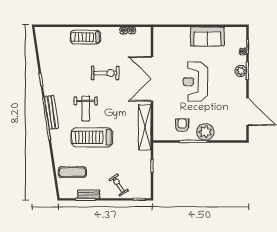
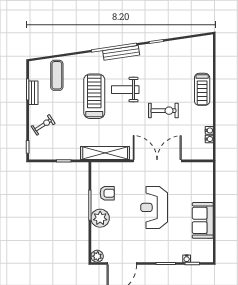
treadmill: (85, 37) -> (202, 89), turned 180
plant: (241, 71) -> (97, 256), moved
exercise bike: (105, 73) -> (163, 111), turned -90
reception desk: (195, 82) -> (154, 207), turned -90

